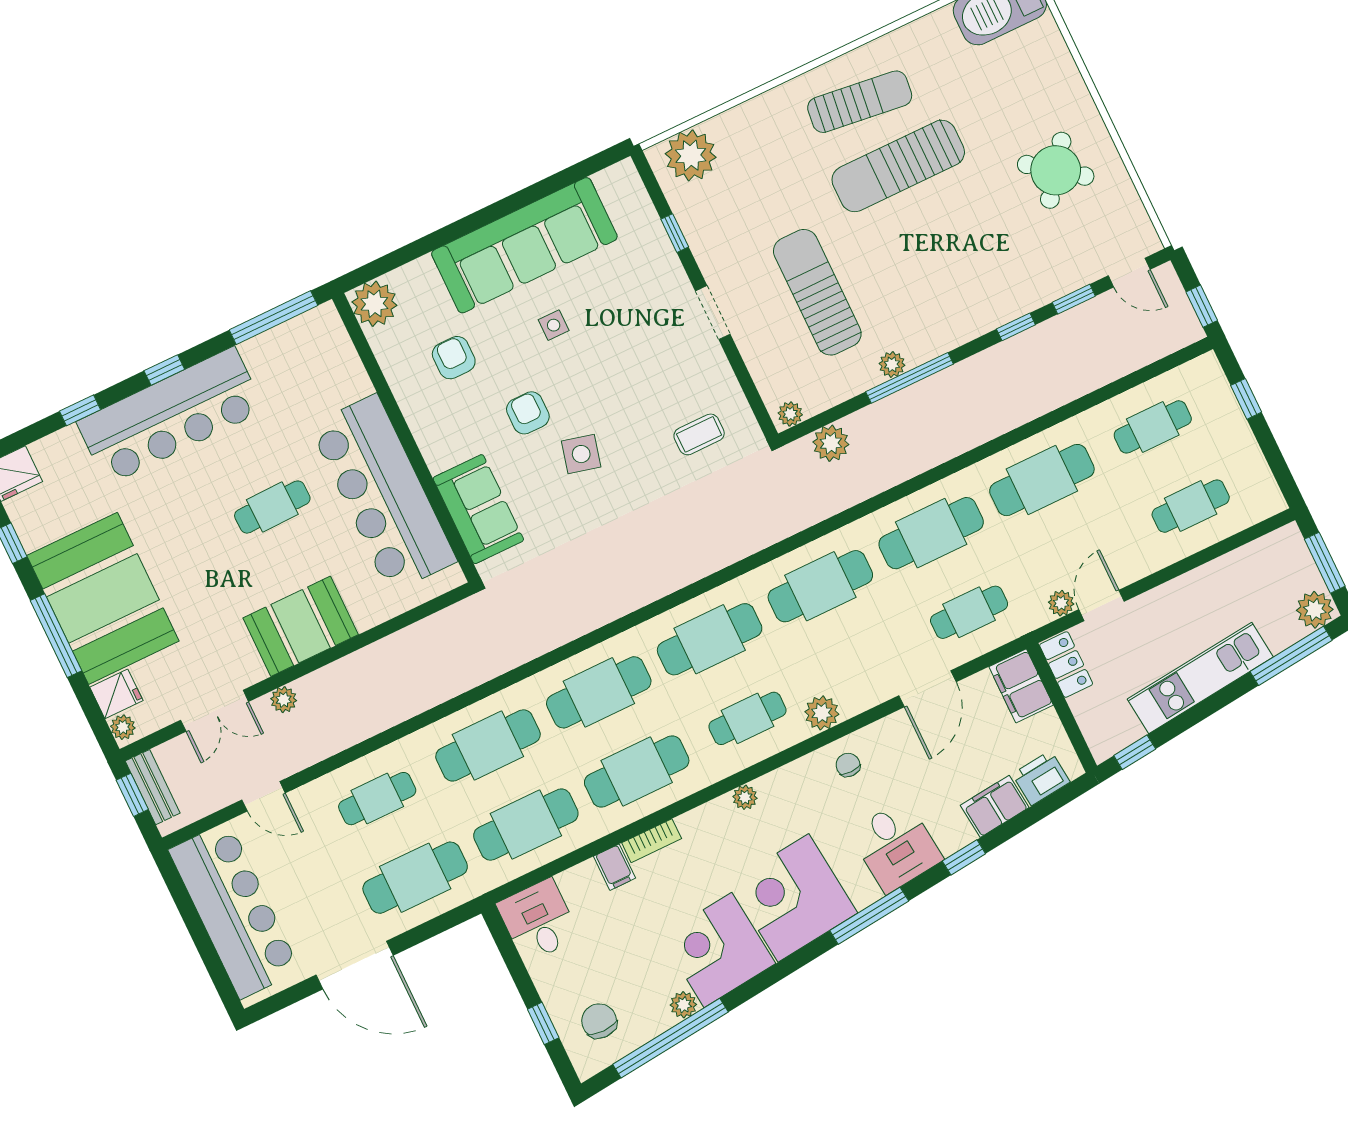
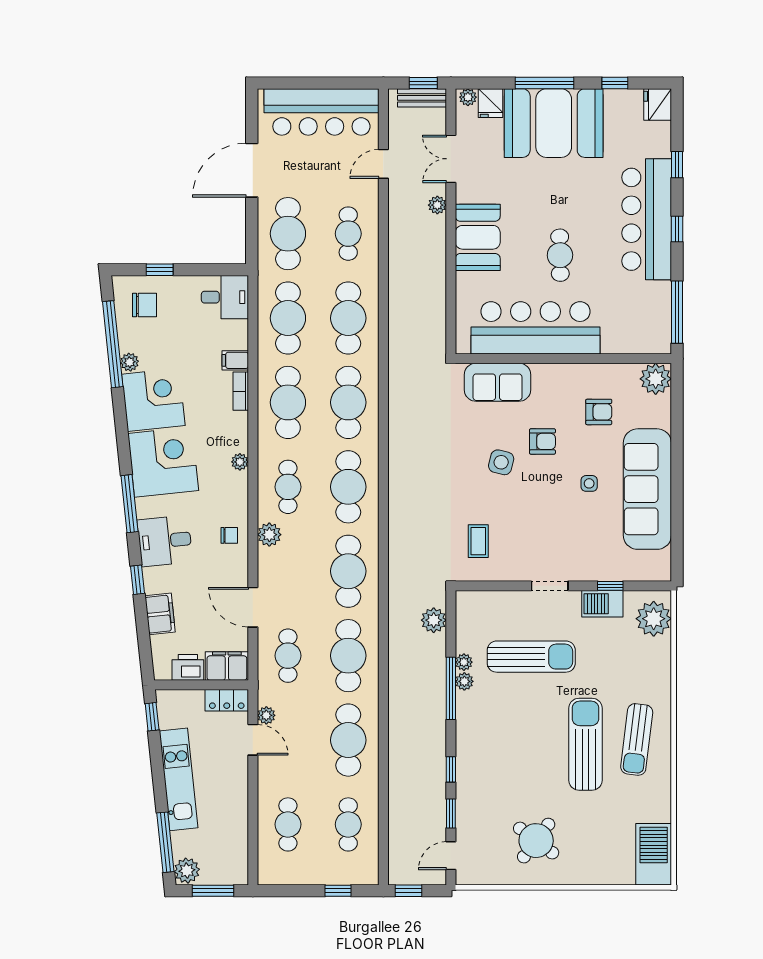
barbecue: (703, 232) -> (602, 604), added
plant: (790, 414) -> (464, 662), moved
printer: (1041, 778) -> (188, 667), moved, turned -84

